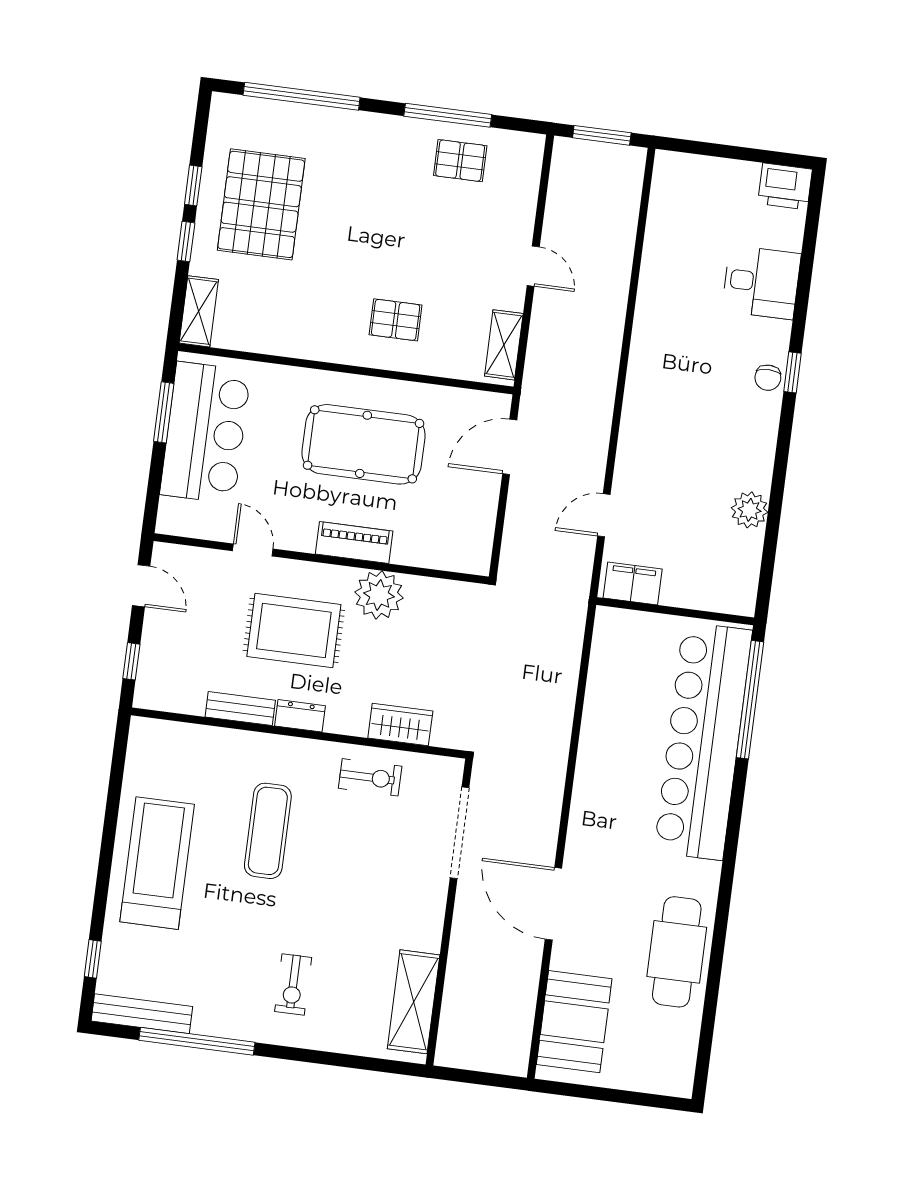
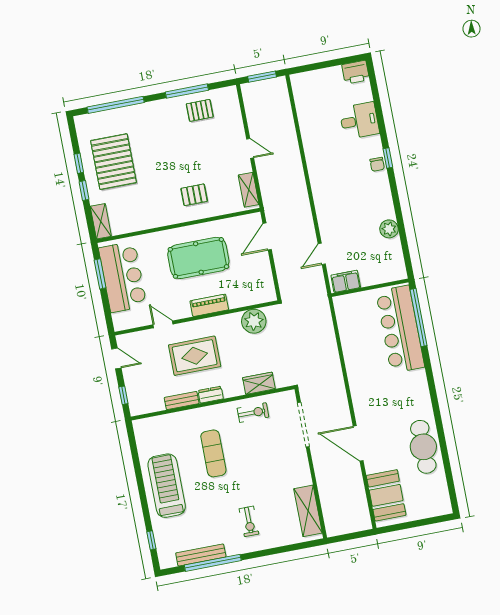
plant: (379, 595) -> (254, 321), moved
bar counter: (703, 741) -> (400, 329), width x0.73
bench: (142, 1014) -> (201, 555), moved

